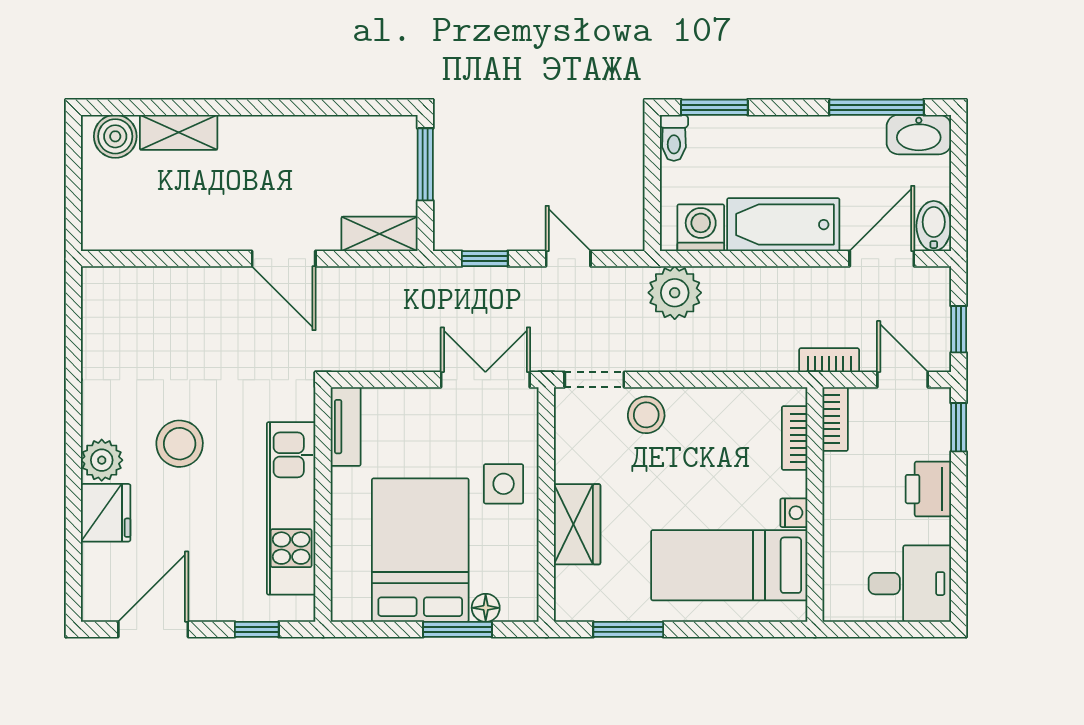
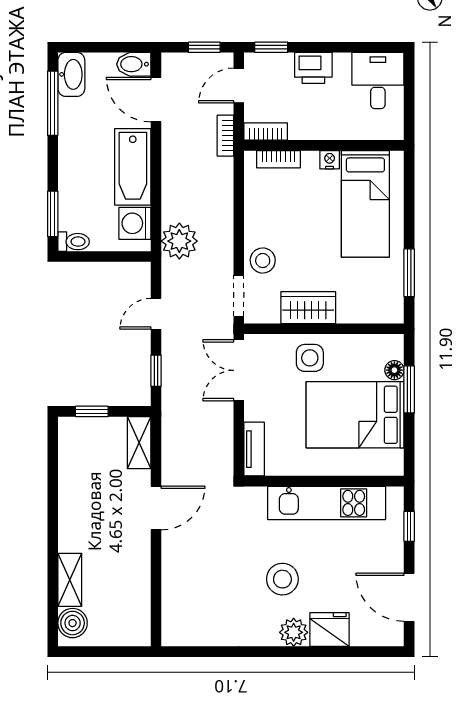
window: (425, 164) -> (92, 411), width x0.67
tv unit: (346, 427) -> (254, 449), moved, turned 90
wardrobe: (577, 524) -> (308, 308), moved

